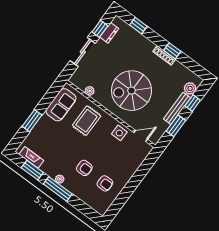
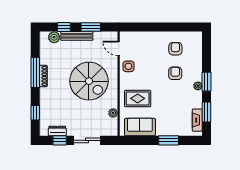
window: (172, 51) -> (35, 72), width x2.17
window: (58, 189) -> (206, 82), width x0.69

